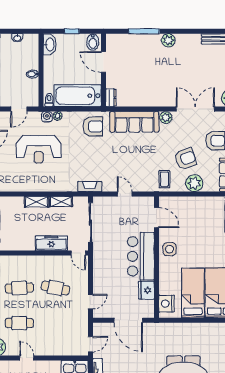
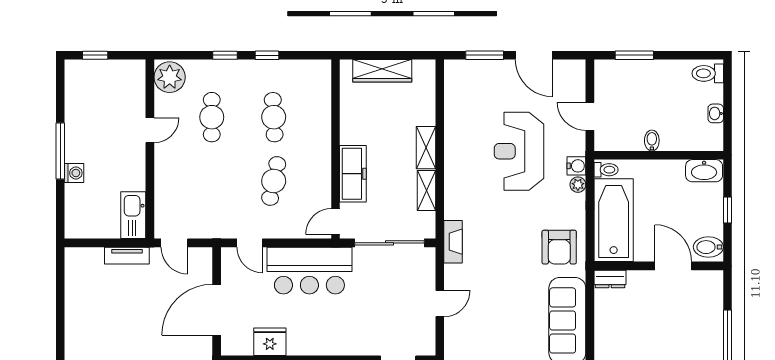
door: (103, 62) -> (673, 266), hinge flipped
bar counter: (141, 256) -> (309, 271), moved, turned 180

